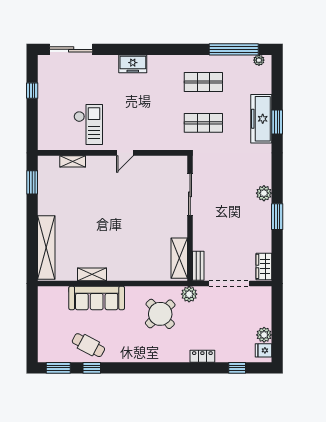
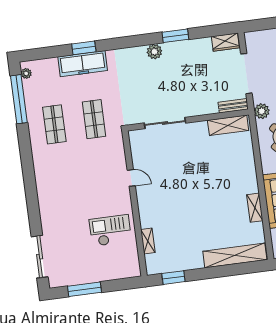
freezer: (133, 64) -> (46, 195), removed
window: (32, 91) -> (85, 289), width x2.17
door: (125, 153) -> (131, 178), moved

